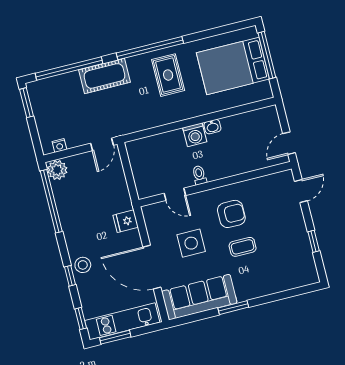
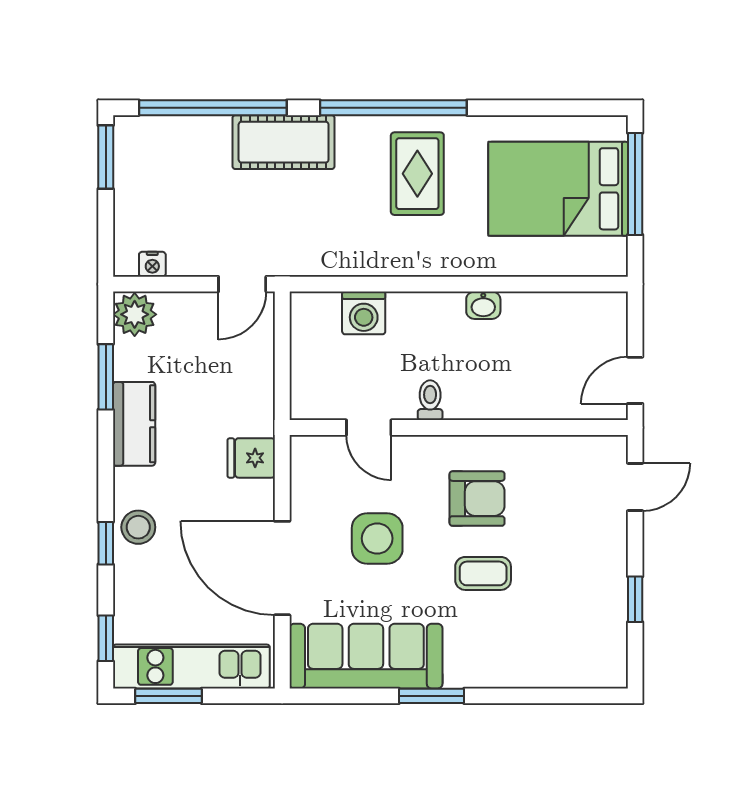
washing machine: (195, 135) -> (364, 313), moved
window: (51, 201) -> (106, 377), width x0.47
kitchen counter: (69, 219) -> (134, 424), added

